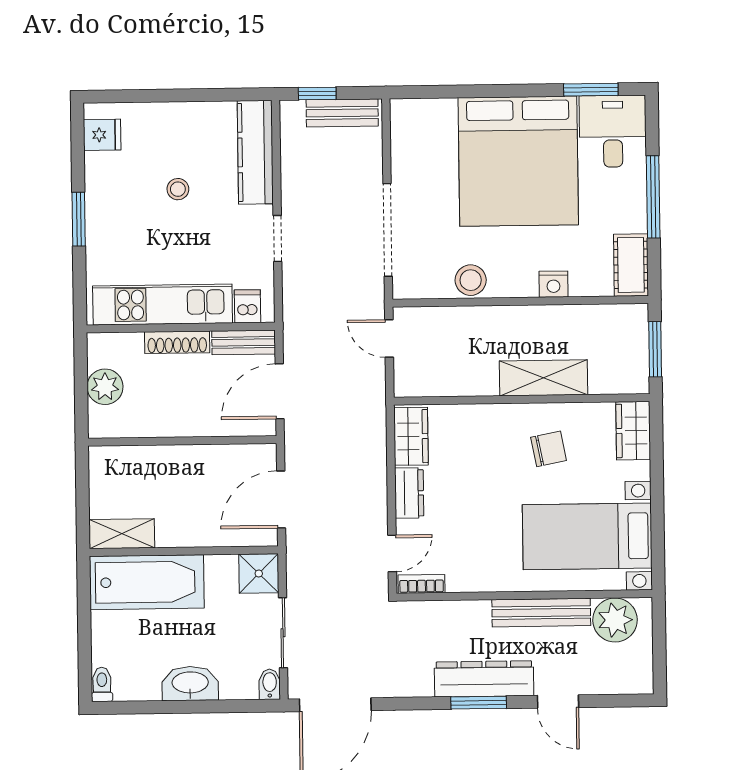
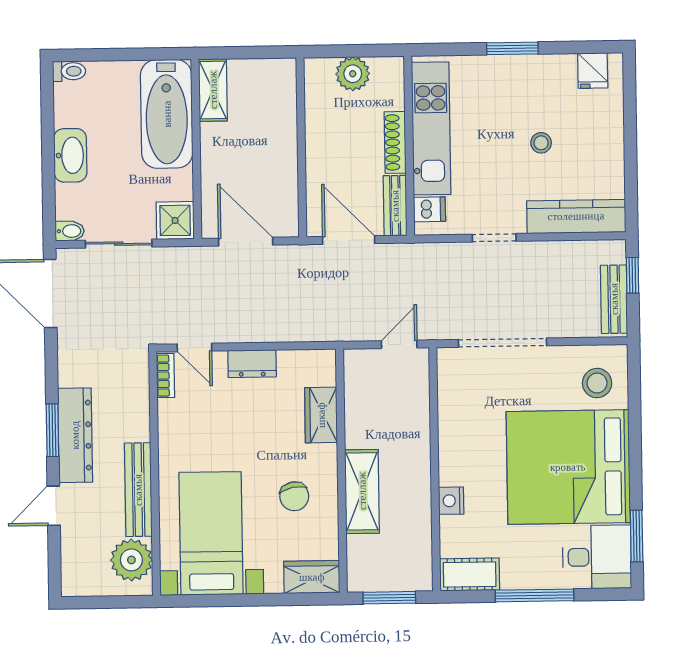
stool: (471, 280) -> (597, 383), moved
wardrobe: (411, 436) -> (321, 415), moved, turned 90

